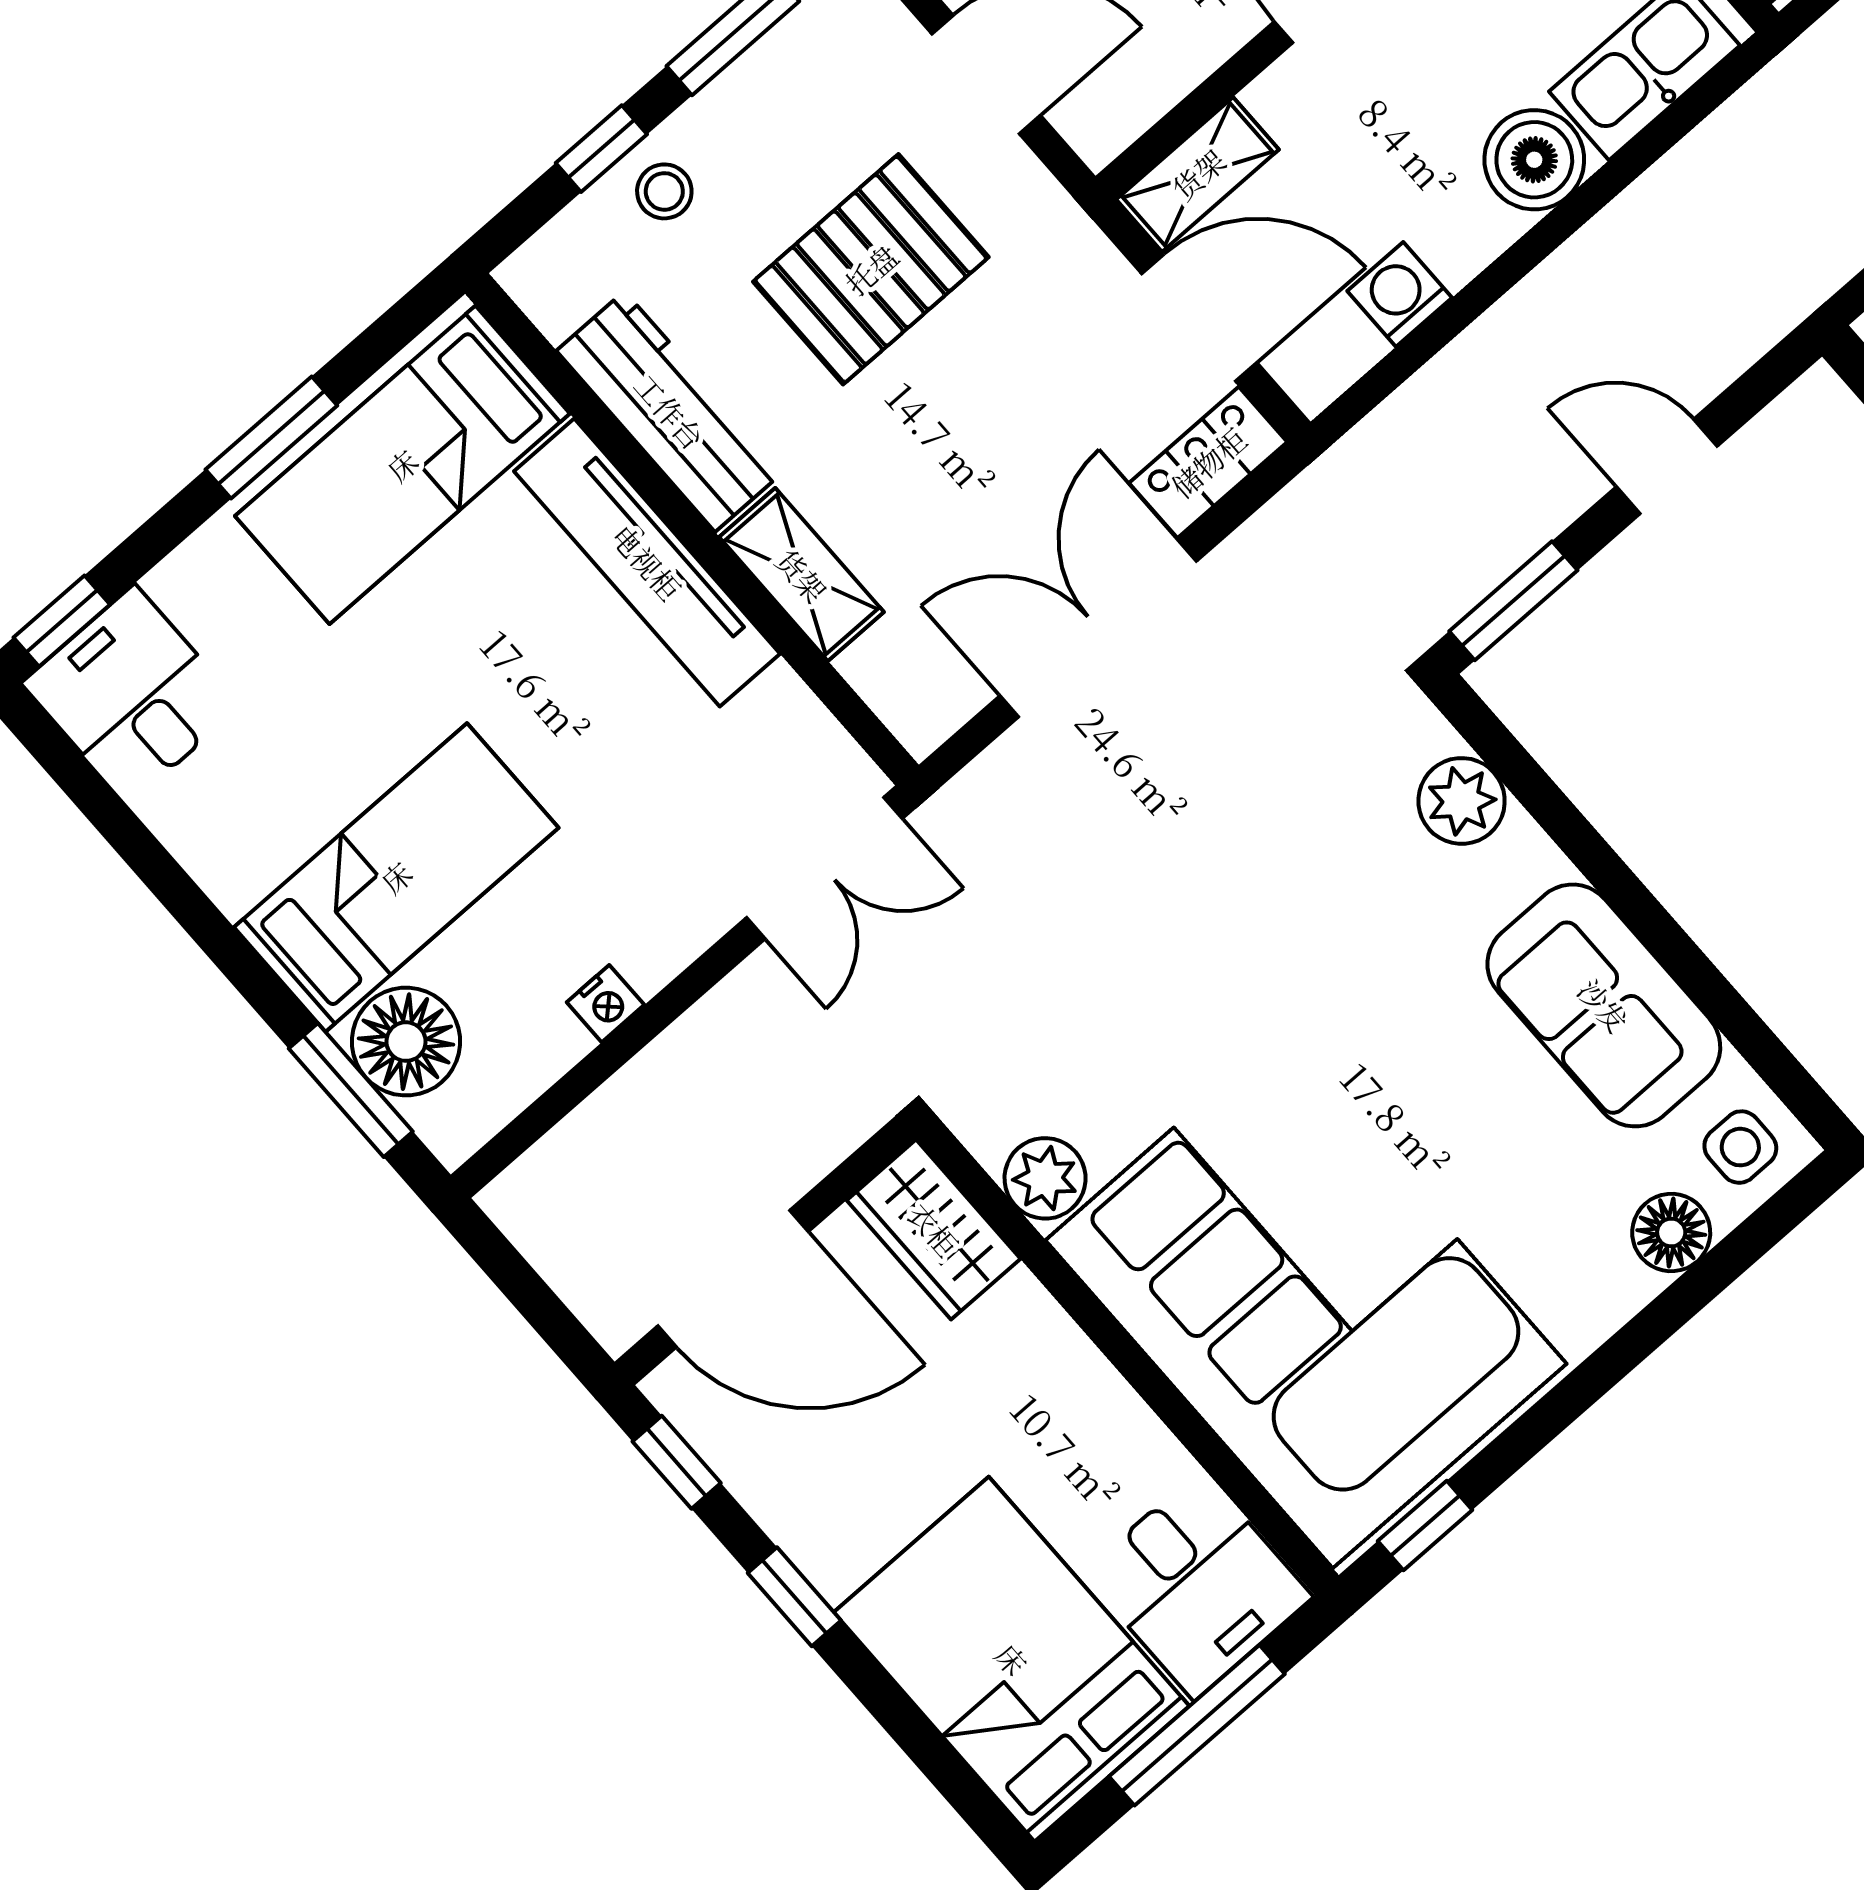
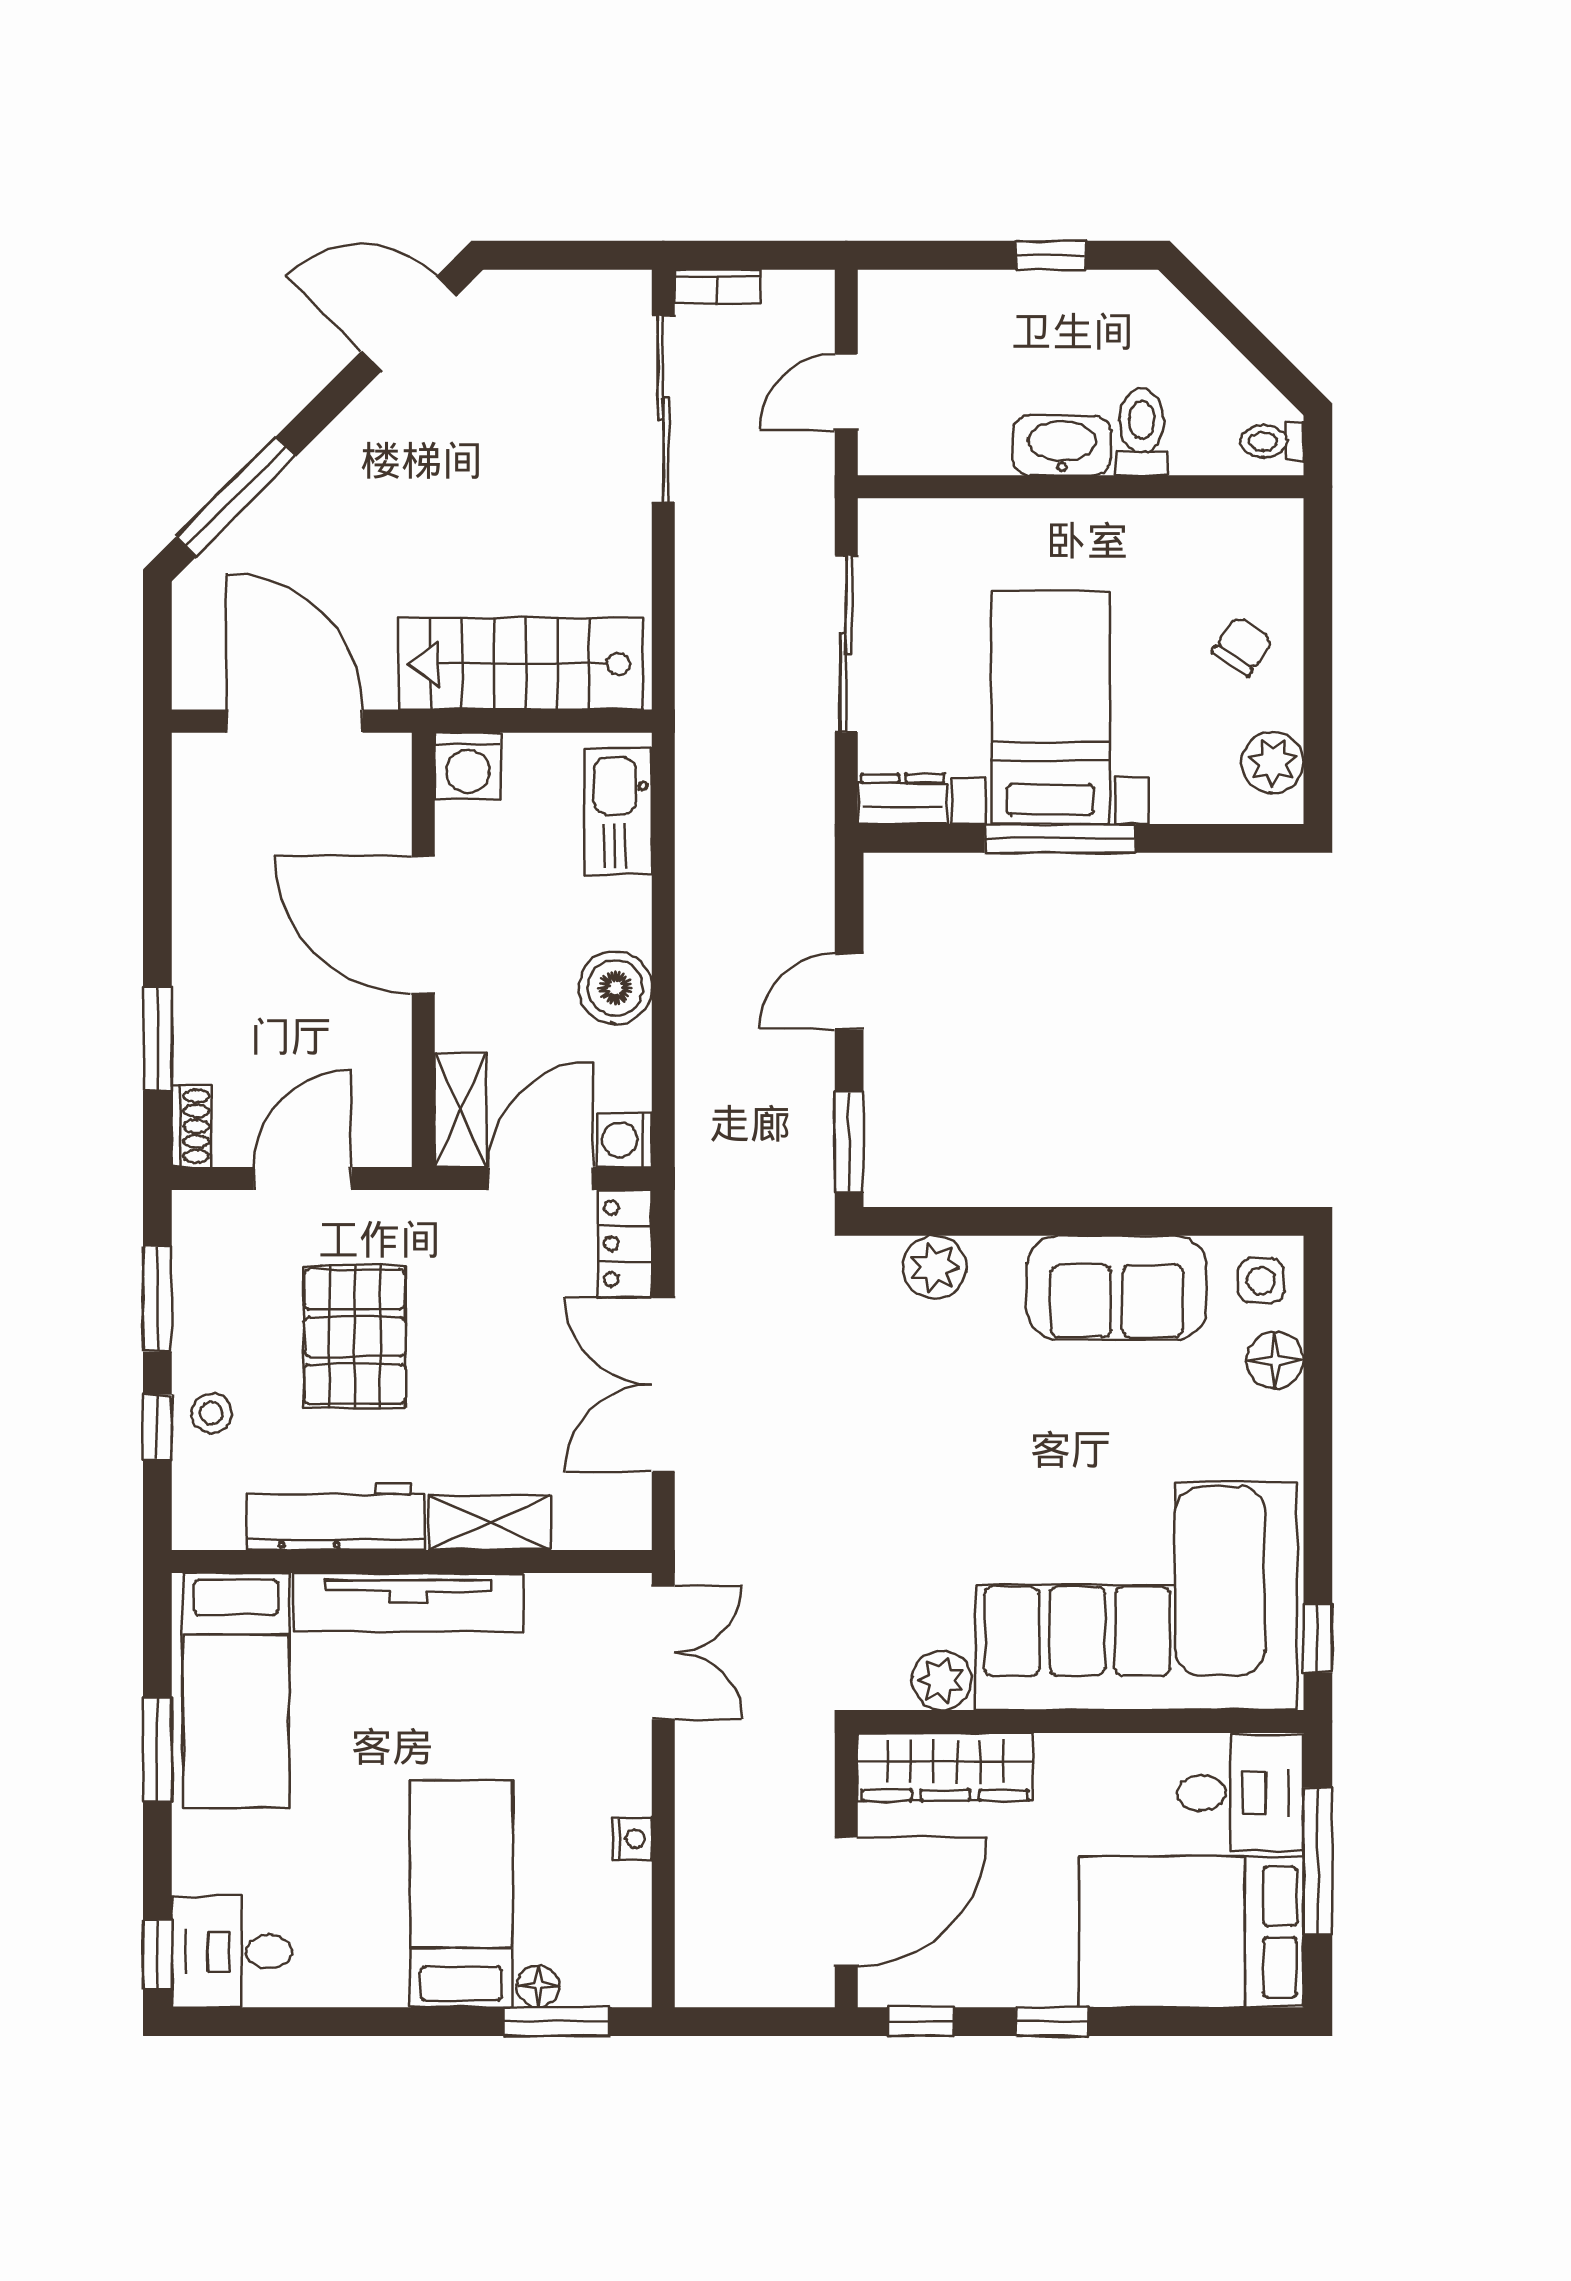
boiler: (1534, 160) -> (615, 988), moved
washing machine: (1400, 294) -> (625, 1140), moved
floor lamp: (406, 1042) -> (538, 1986), width x0.53, depth x0.53
wardrobe: (934, 1229) -> (945, 1767), width x1.50

